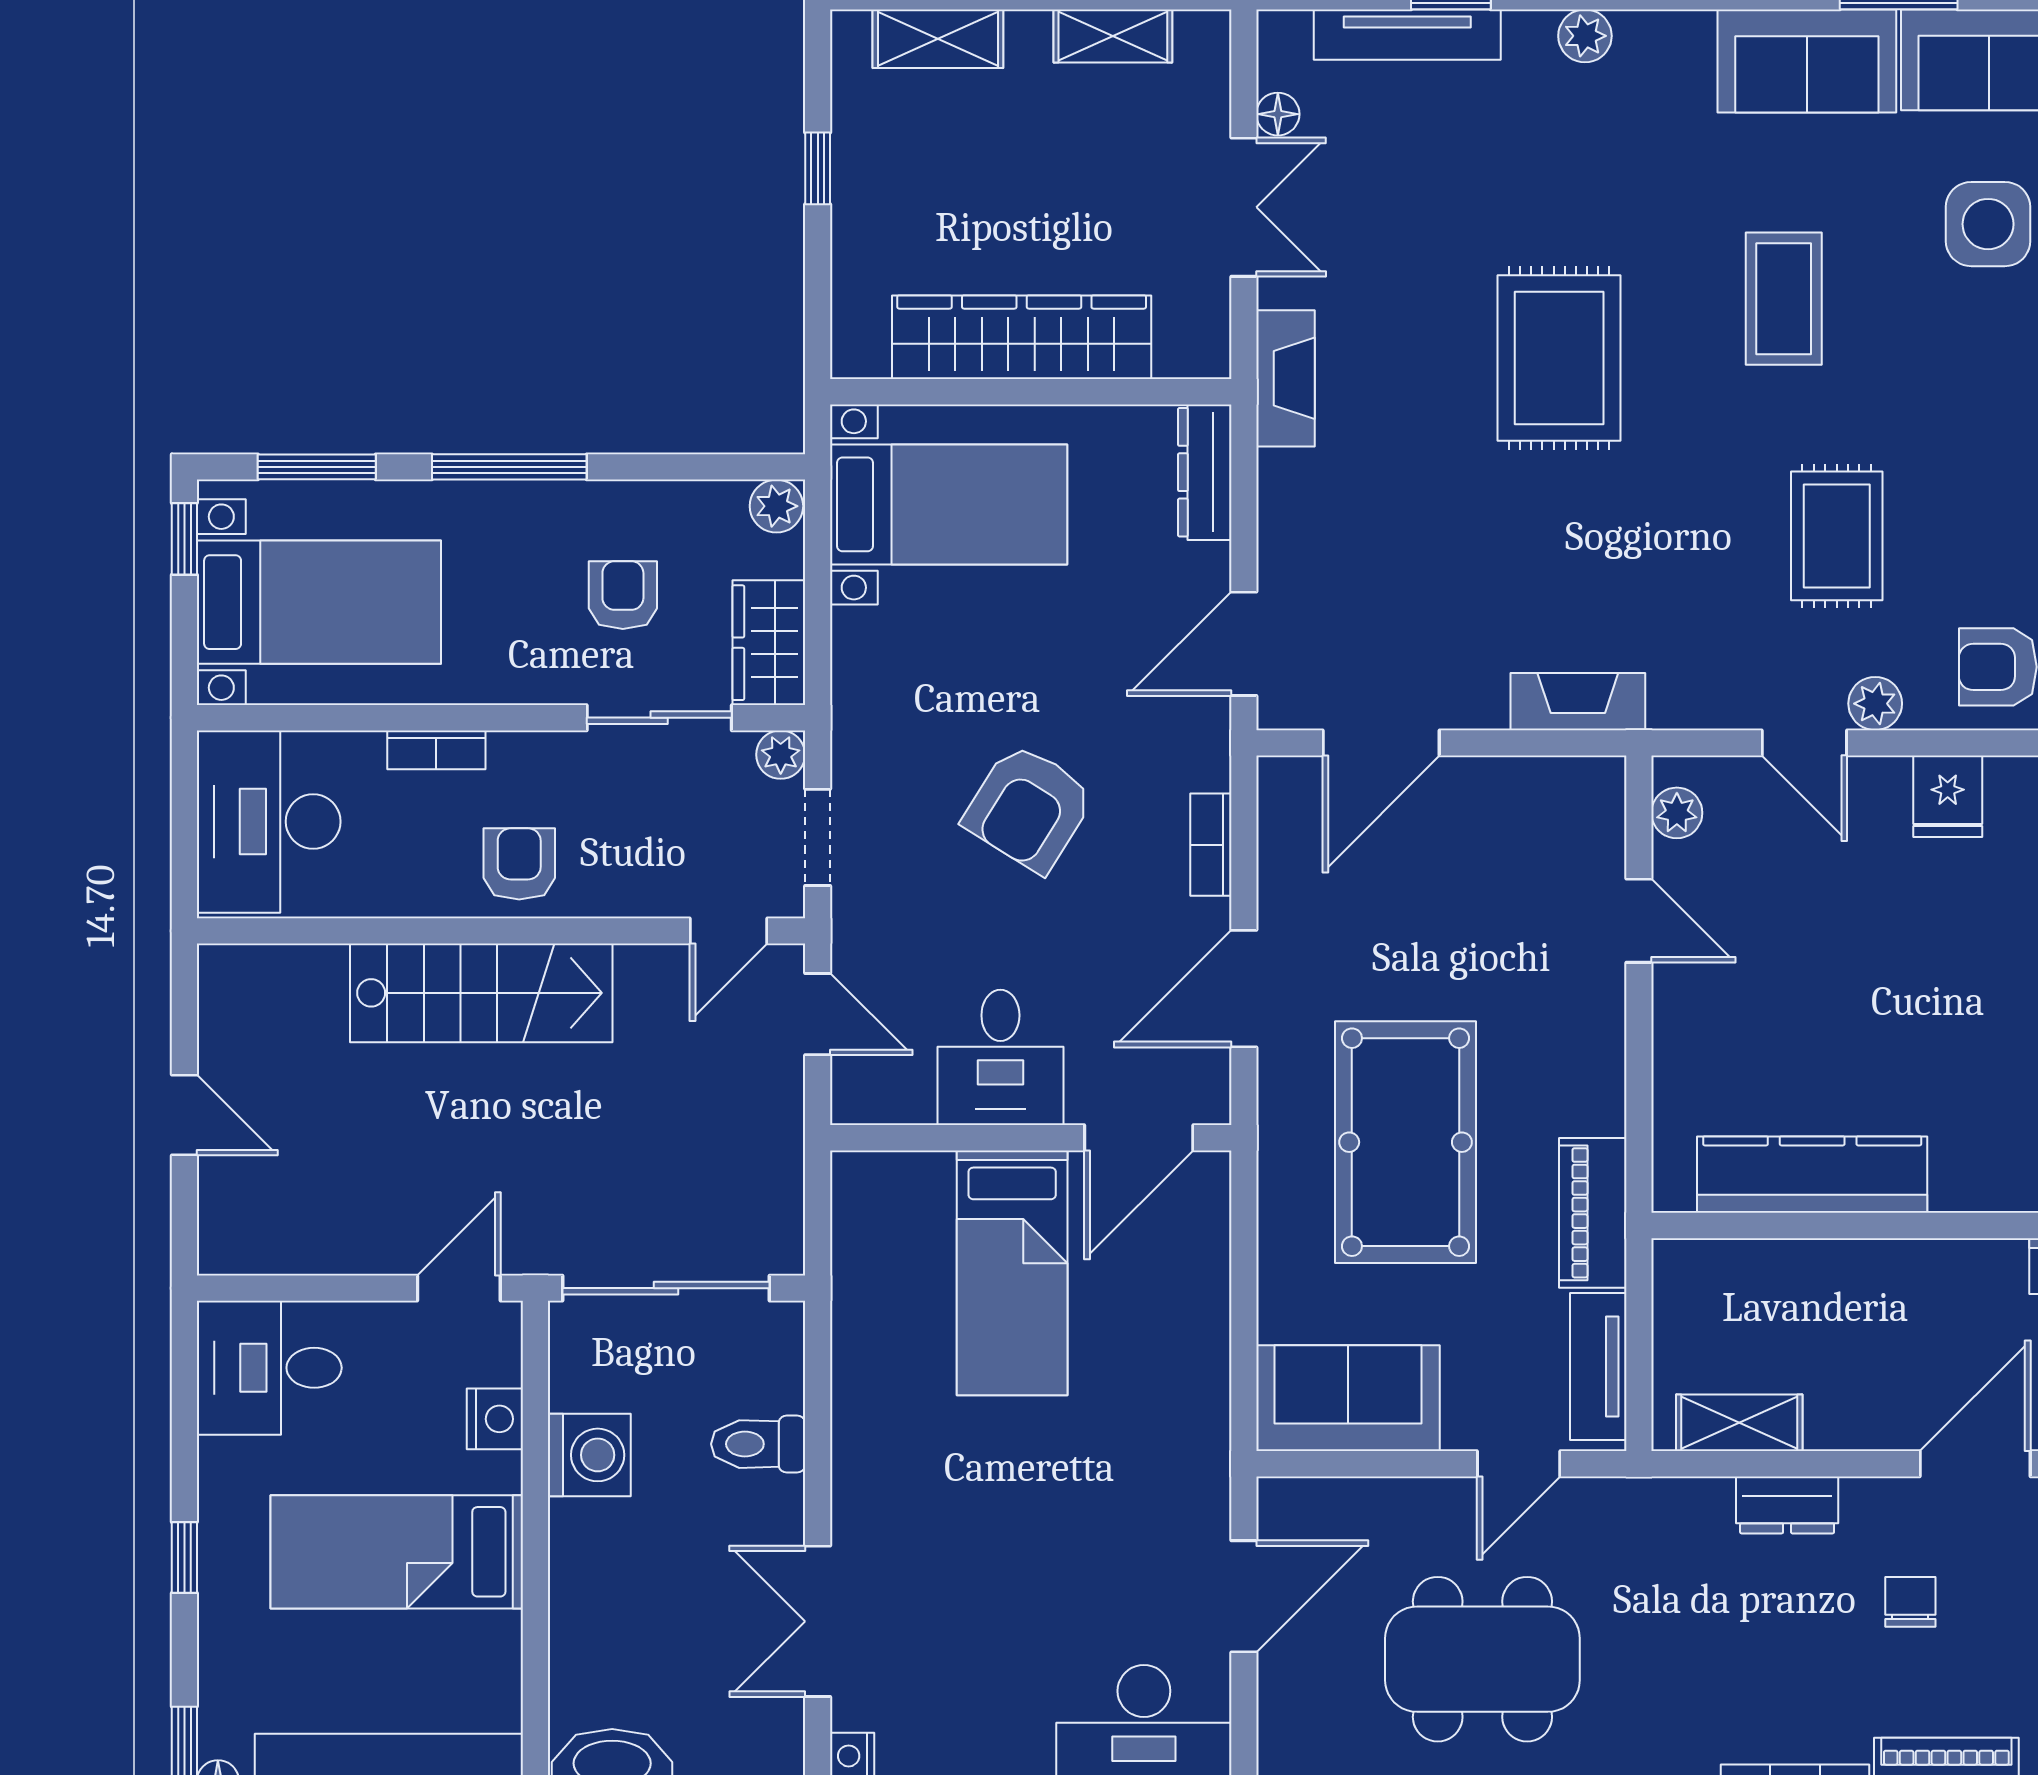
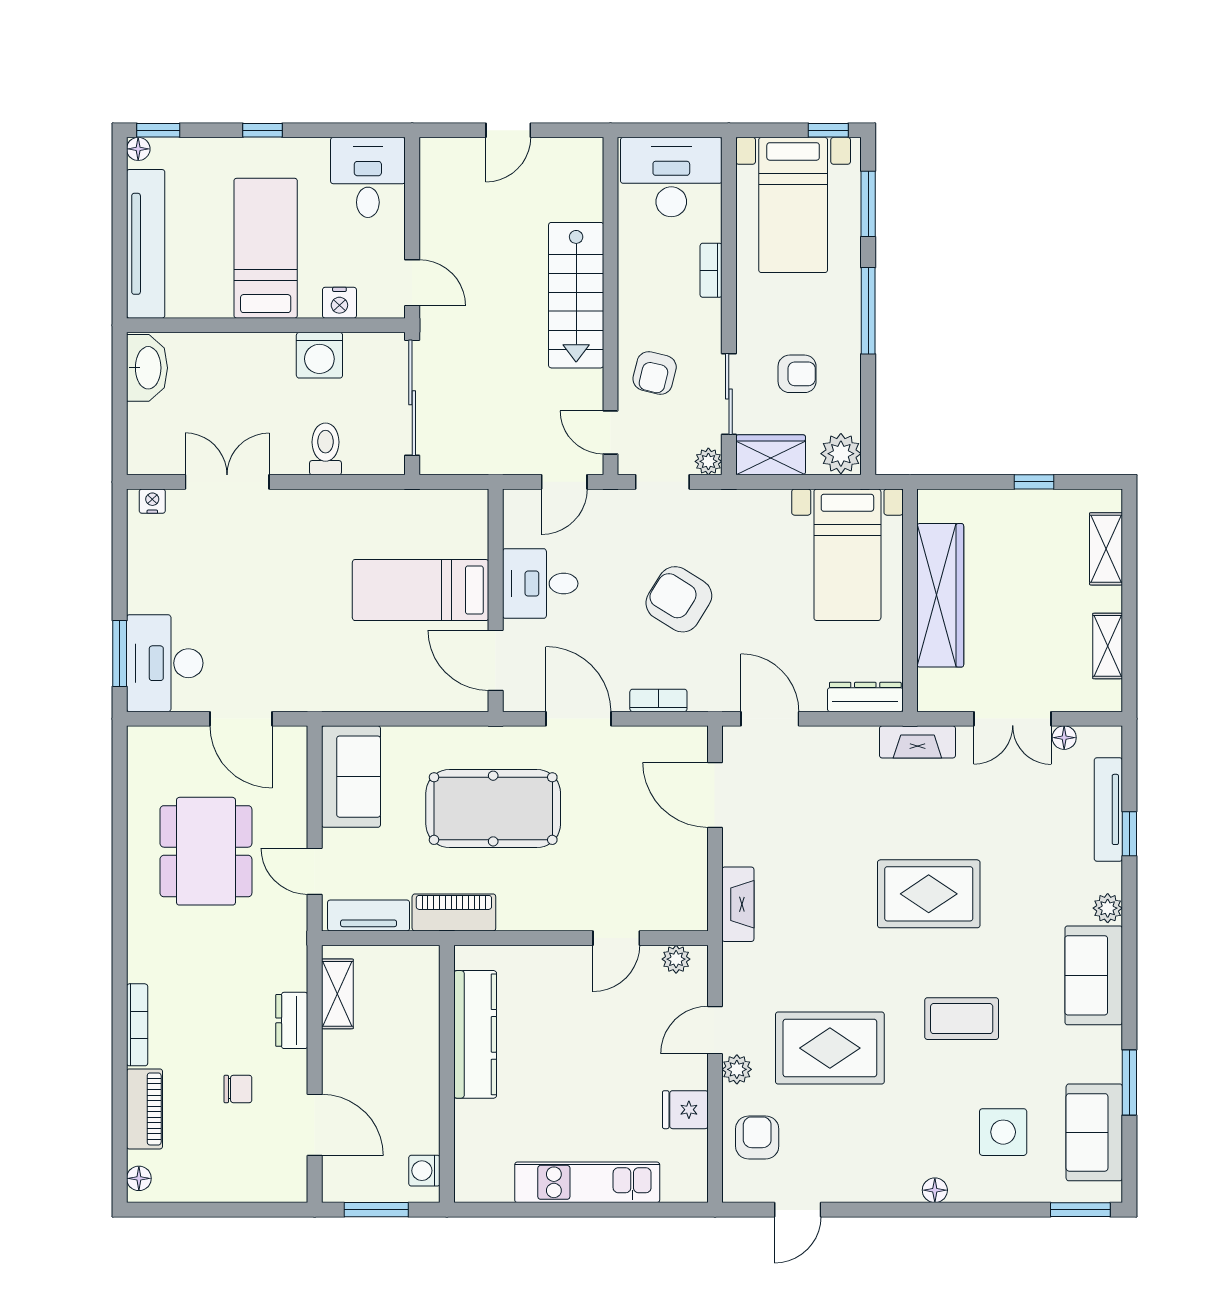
sofa: (1807, 61) -> (1094, 975), moved
plant: (776, 506) -> (841, 454), width x1.38, depth x1.38
rug: (1837, 536) -> (830, 1048), width x1.36, depth x1.43
armchair: (519, 864) -> (655, 373), moved, turned 104

